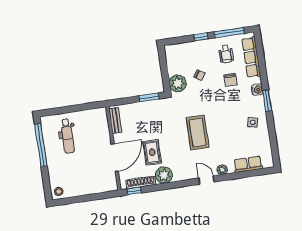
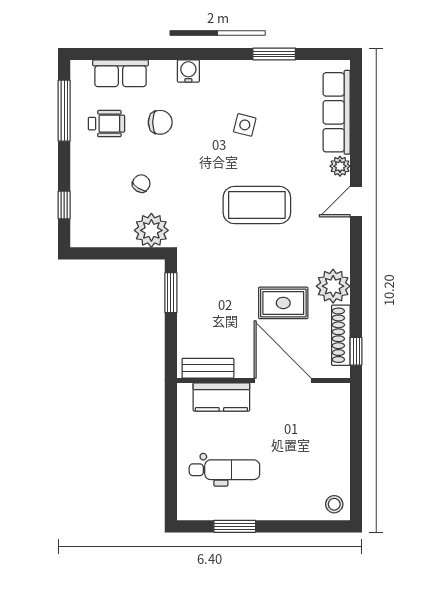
window: (201, 37) -> (64, 205), moved
row of seats: (251, 57) -> (120, 73), width x0.68
window: (267, 101) -> (274, 54), moved
side table: (253, 122) -> (245, 125), moved
kitchen counter: (102, 129) -> (221, 397), added
window: (41, 145) -> (235, 526), width x0.47
row of seats: (248, 164) -> (337, 112), width x1.48

